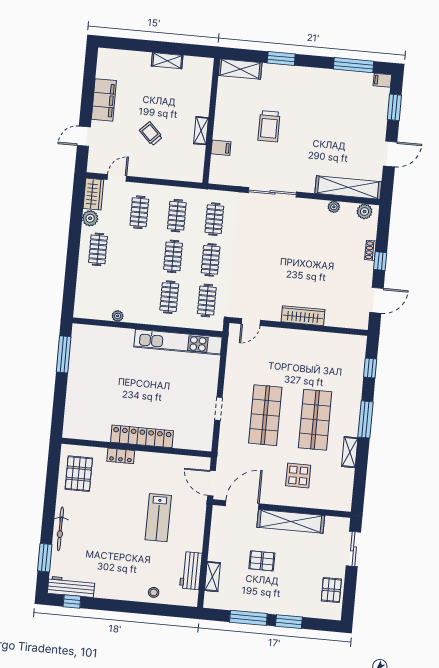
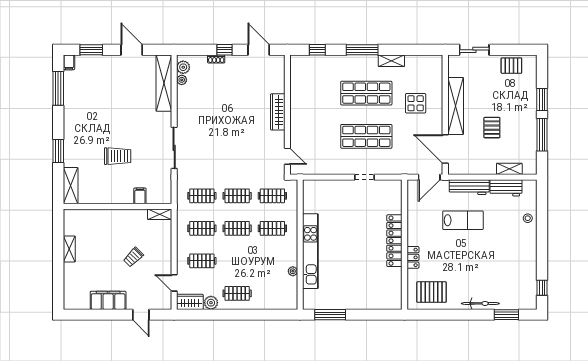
shelving: (201, 131) -> (160, 214), moved
plant: (334, 207) -> (182, 80), moved
kitchen unit: (178, 342) -> (310, 251), moved
workbench: (71, 587) -> (469, 187), moved, turned -90

